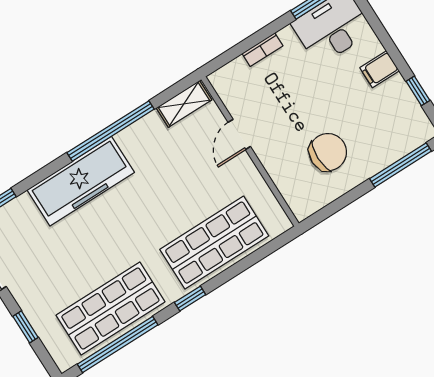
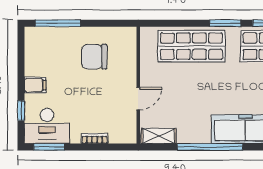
window: (418, 91) -> (21, 111), moved
window: (190, 298) -> (225, 23), width x1.50

